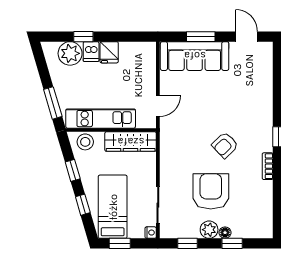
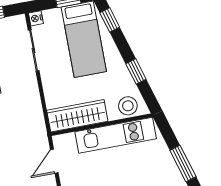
window: (53, 103) -> (183, 164), moved
window: (83, 205) -> (110, 20), moved

